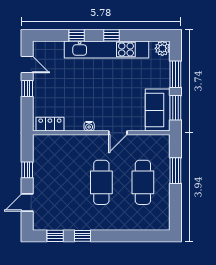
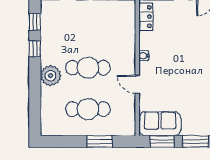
plant: (109, 220) -> (51, 76), added

